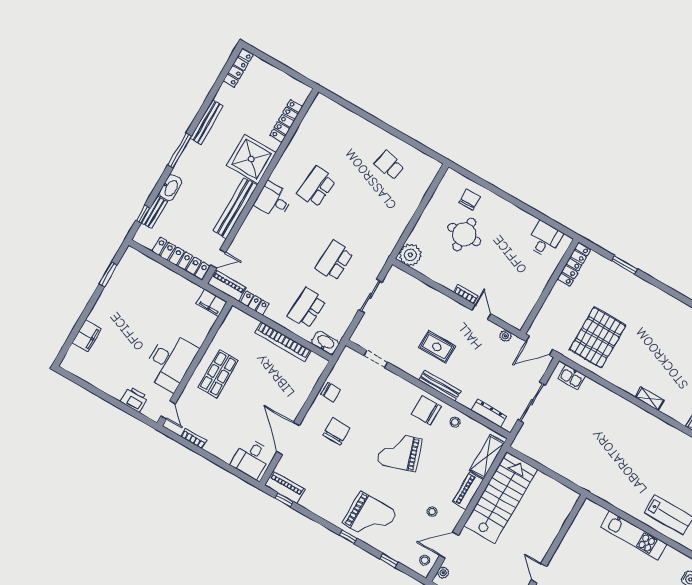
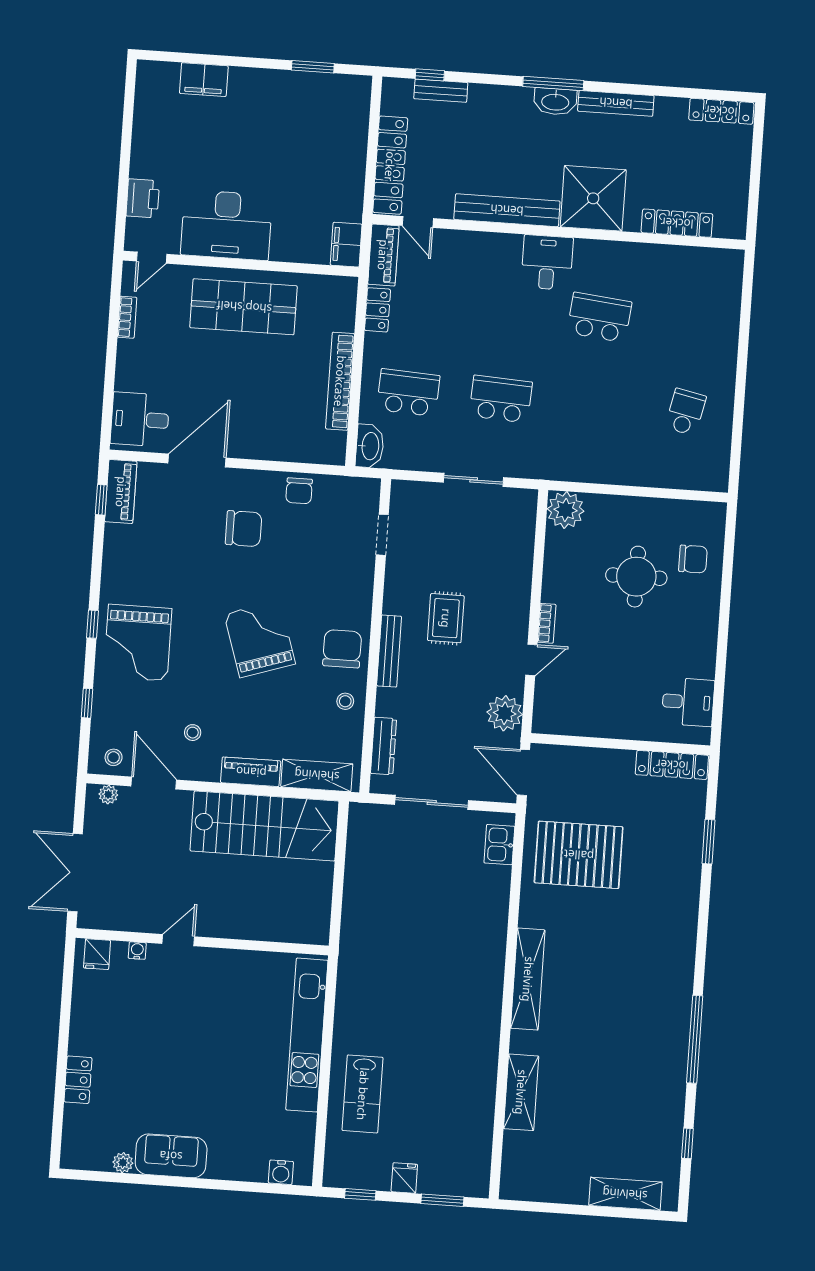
washbasin: (170, 188) -> (555, 101), moved
plant: (505, 336) -> (505, 713), width x1.88, depth x1.88
shop shelf: (218, 374) -> (244, 307), width x1.43, depth x1.36
shelving: (650, 399) -> (528, 979), width x2.20, depth x1.33
kitchen unit: (634, 535) -> (307, 1035), width x1.36

